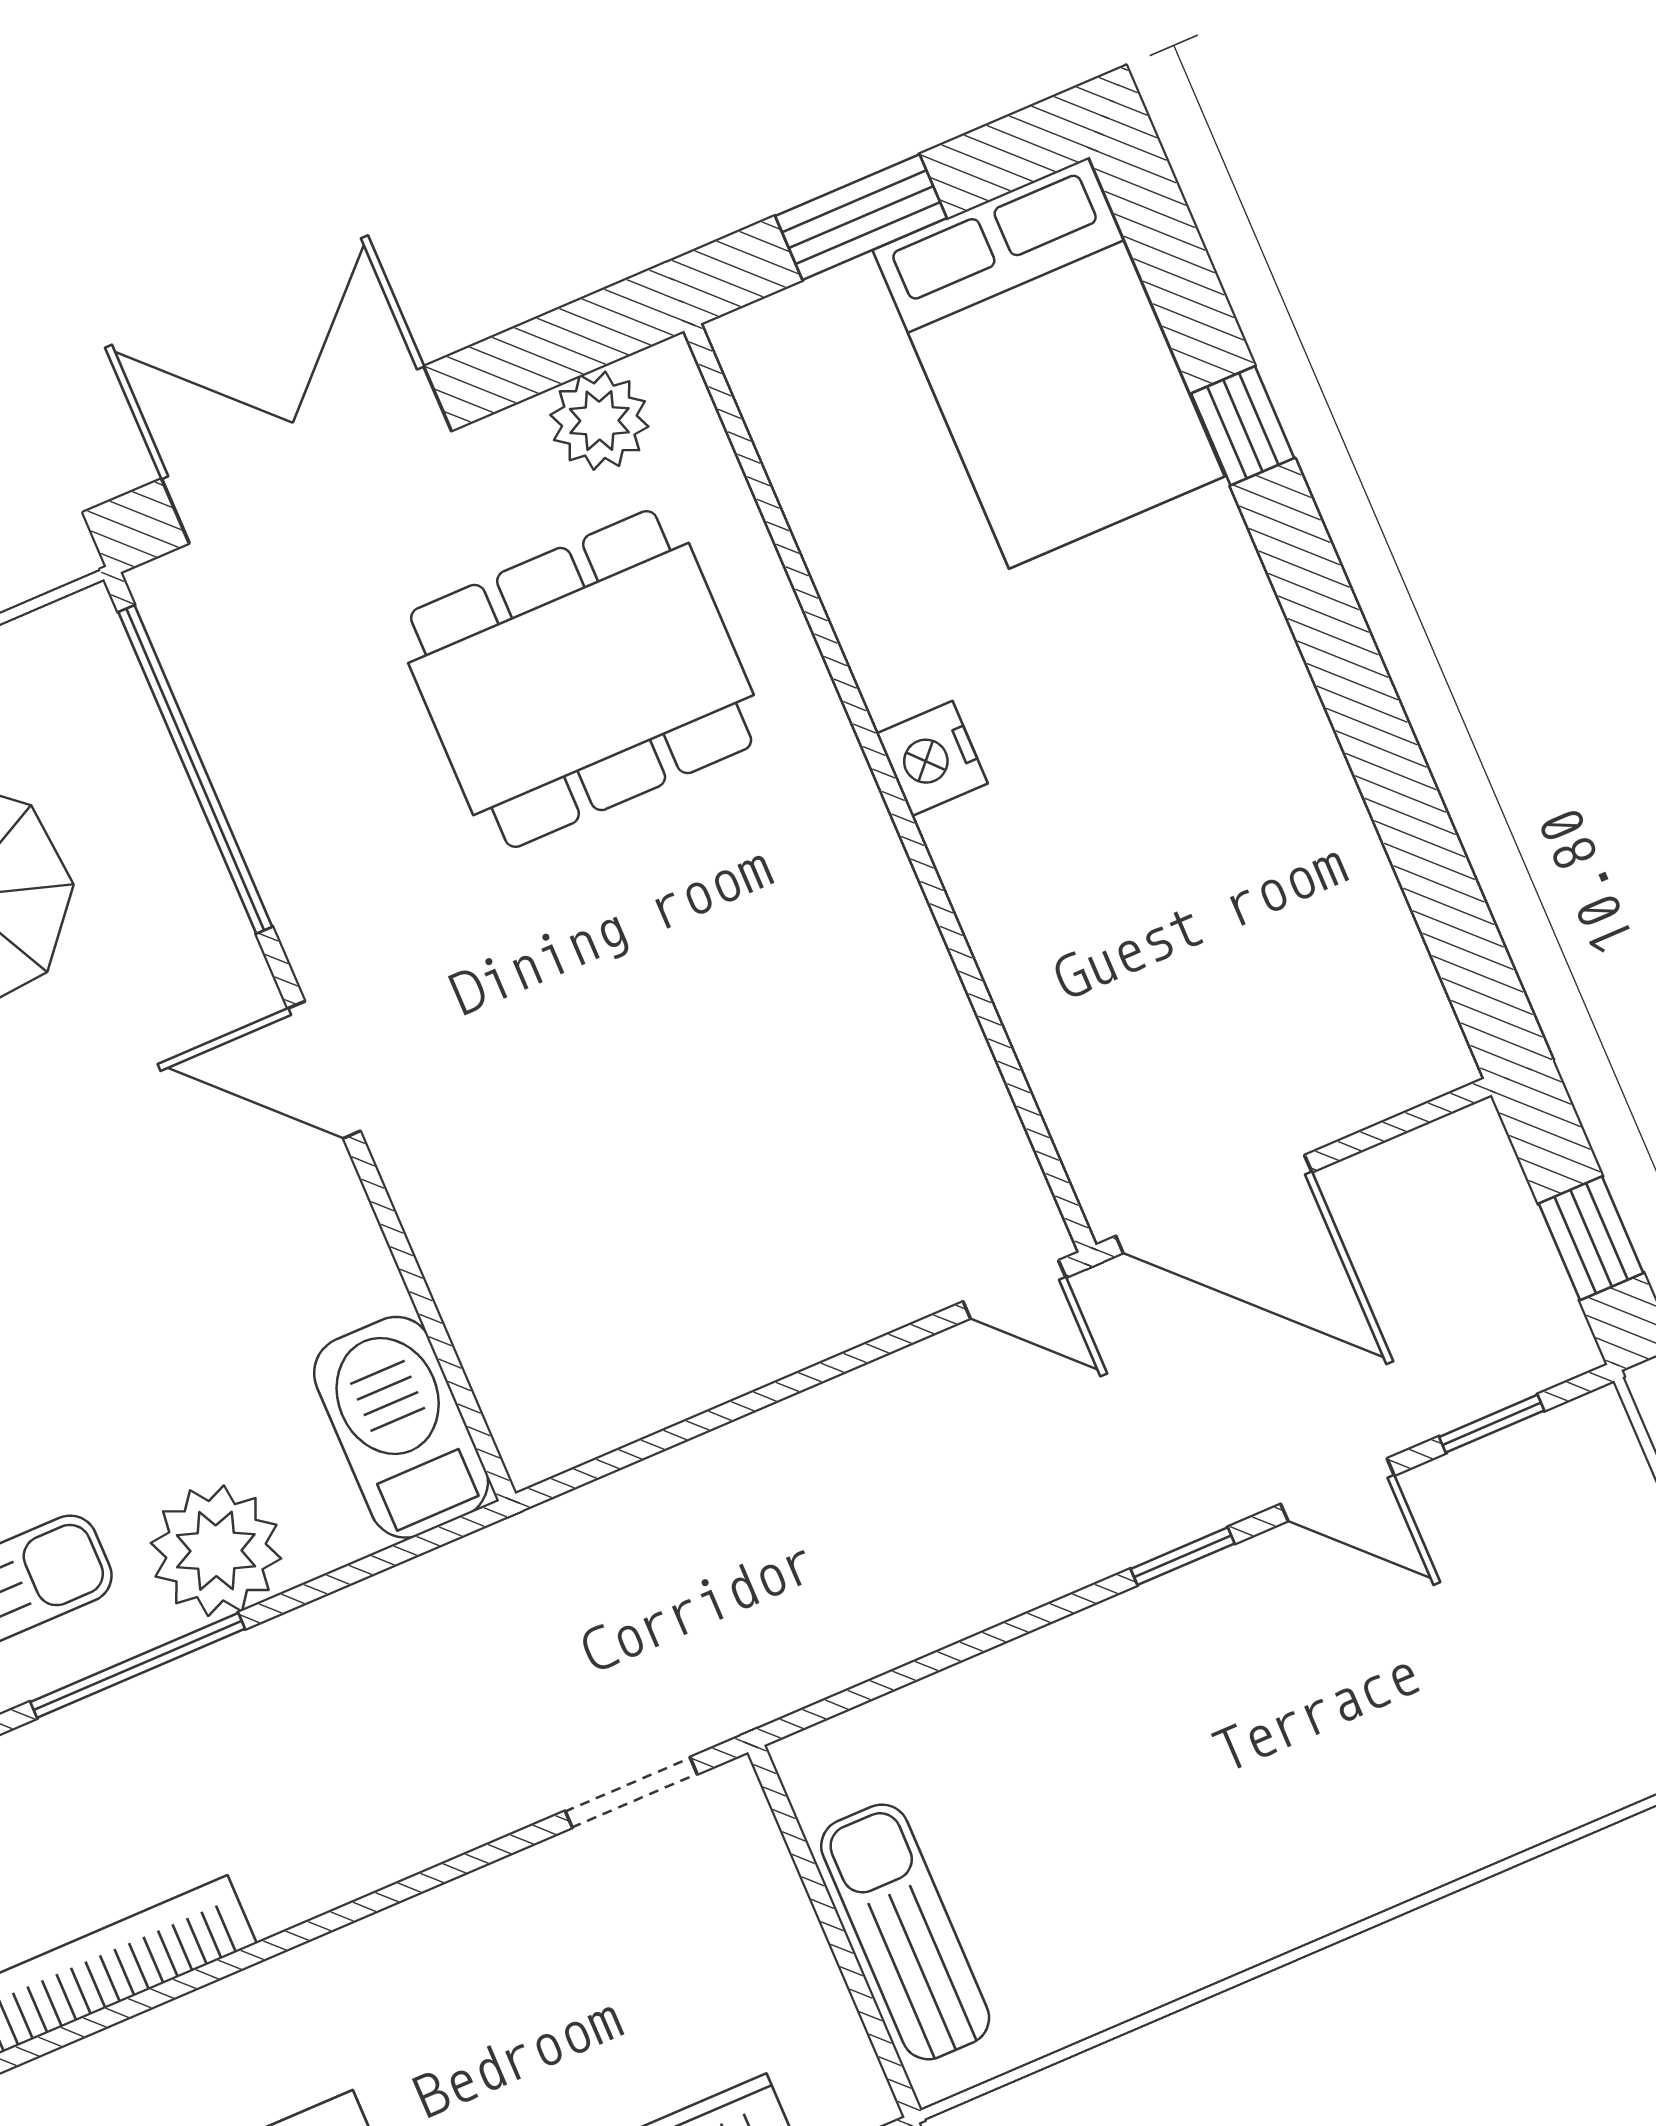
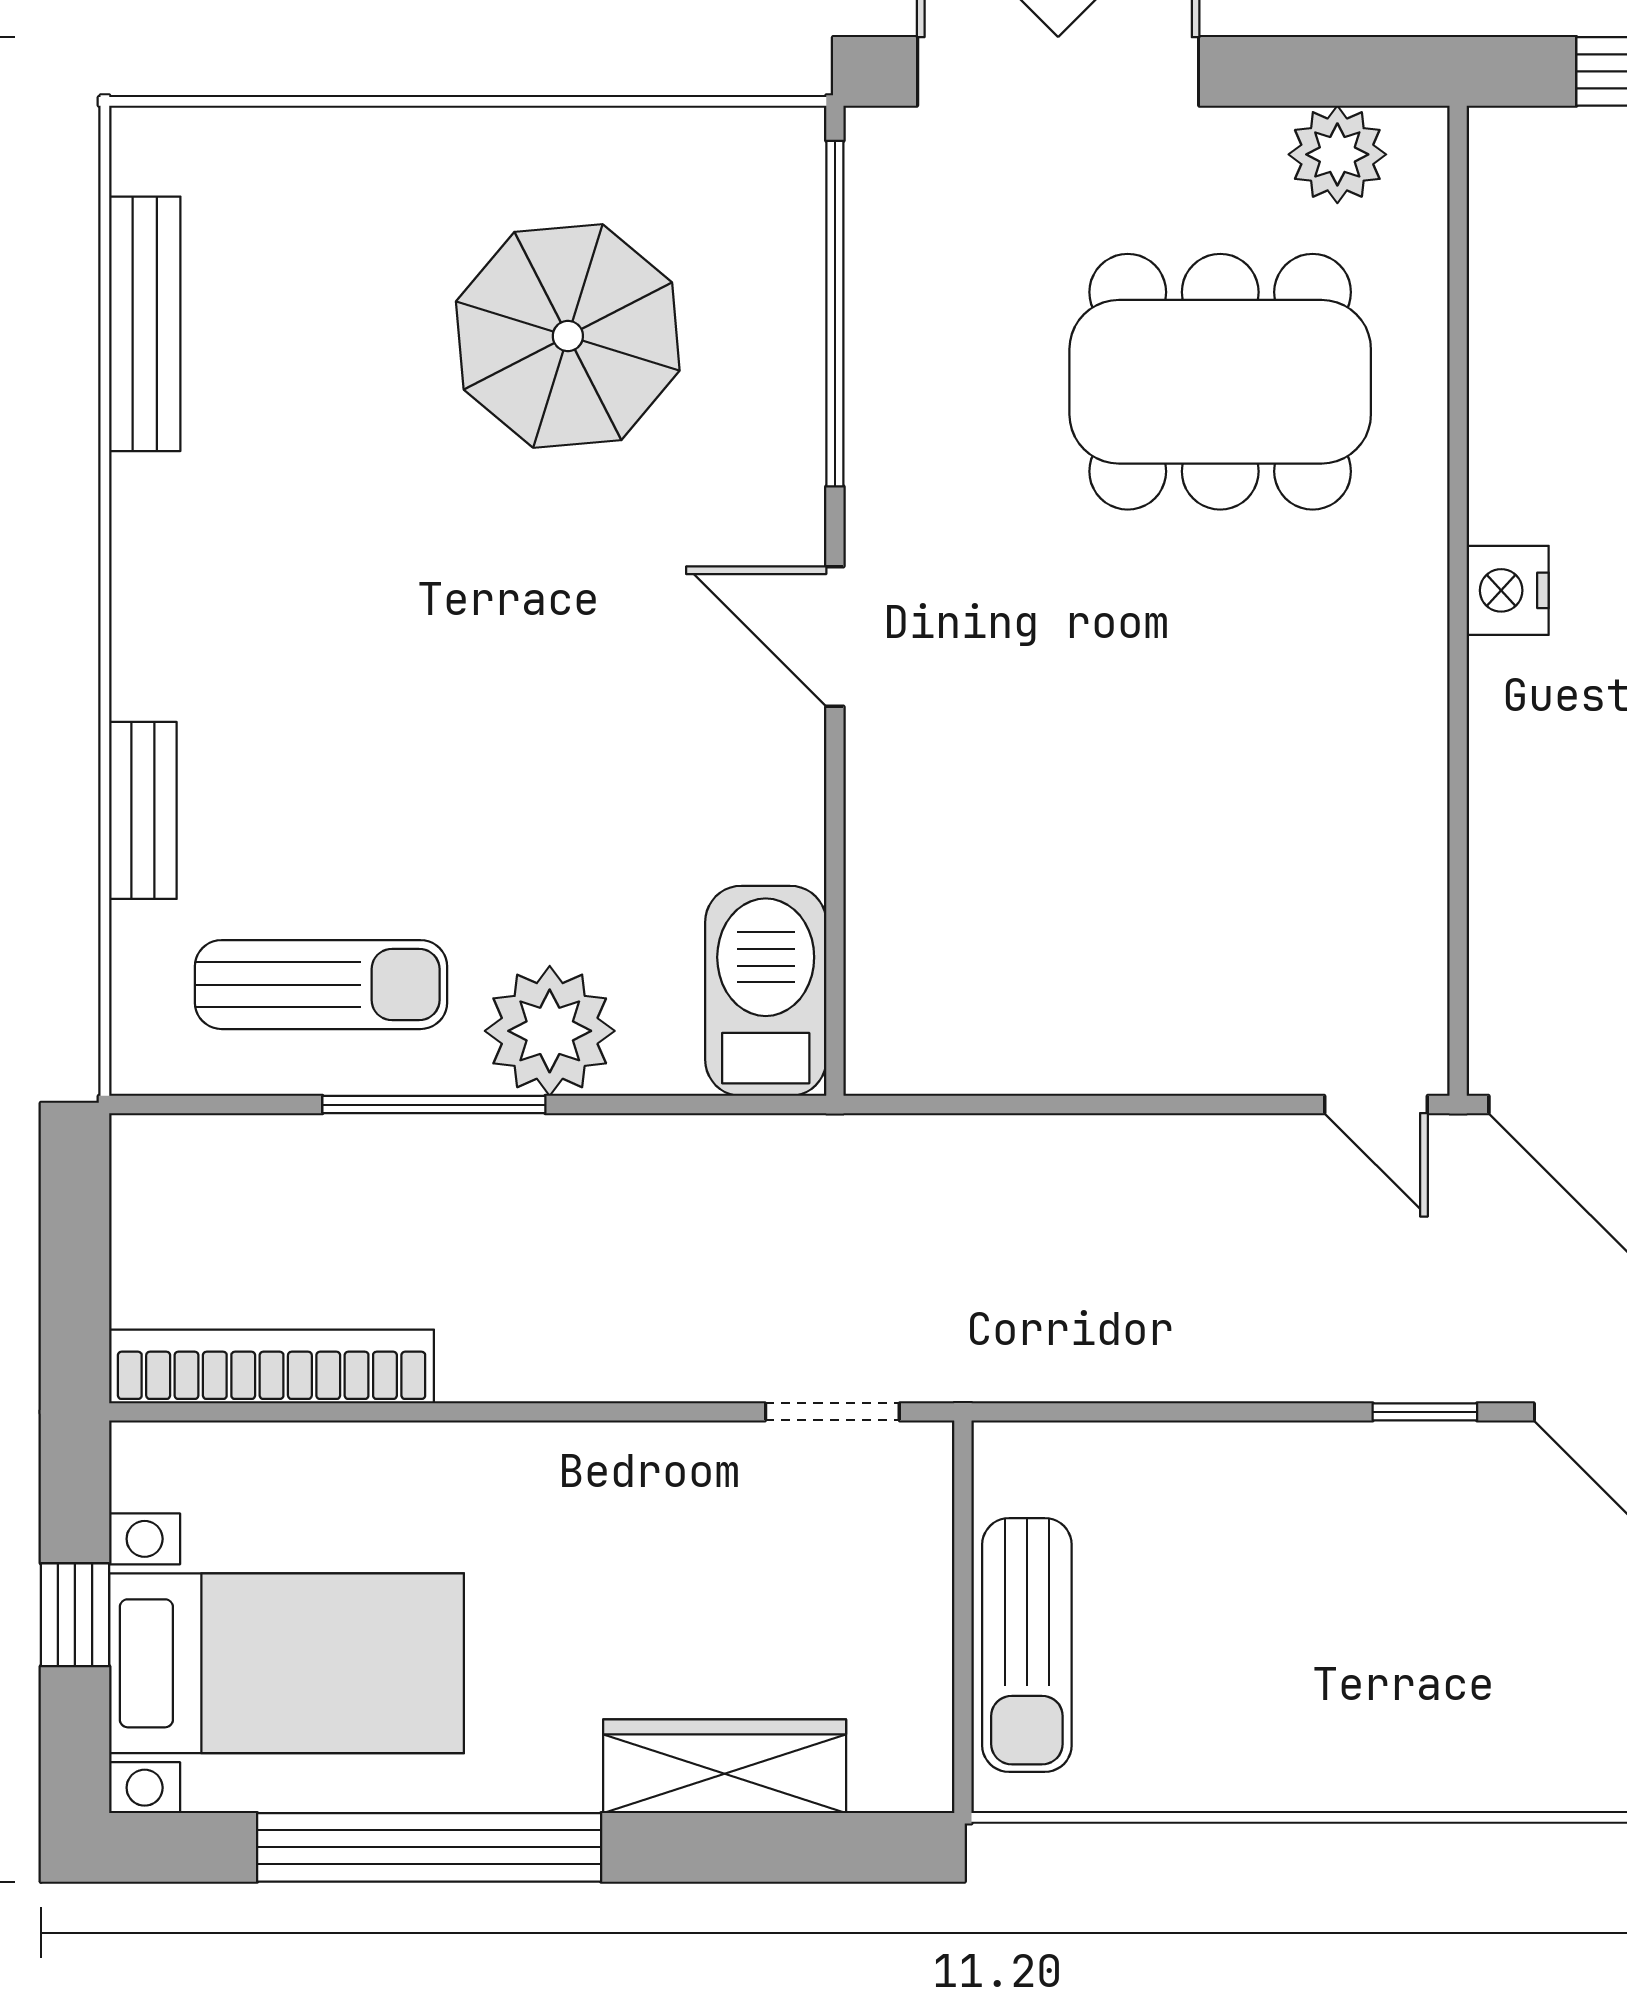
sun lounger: (905, 1932) -> (1027, 1645), turned 180

